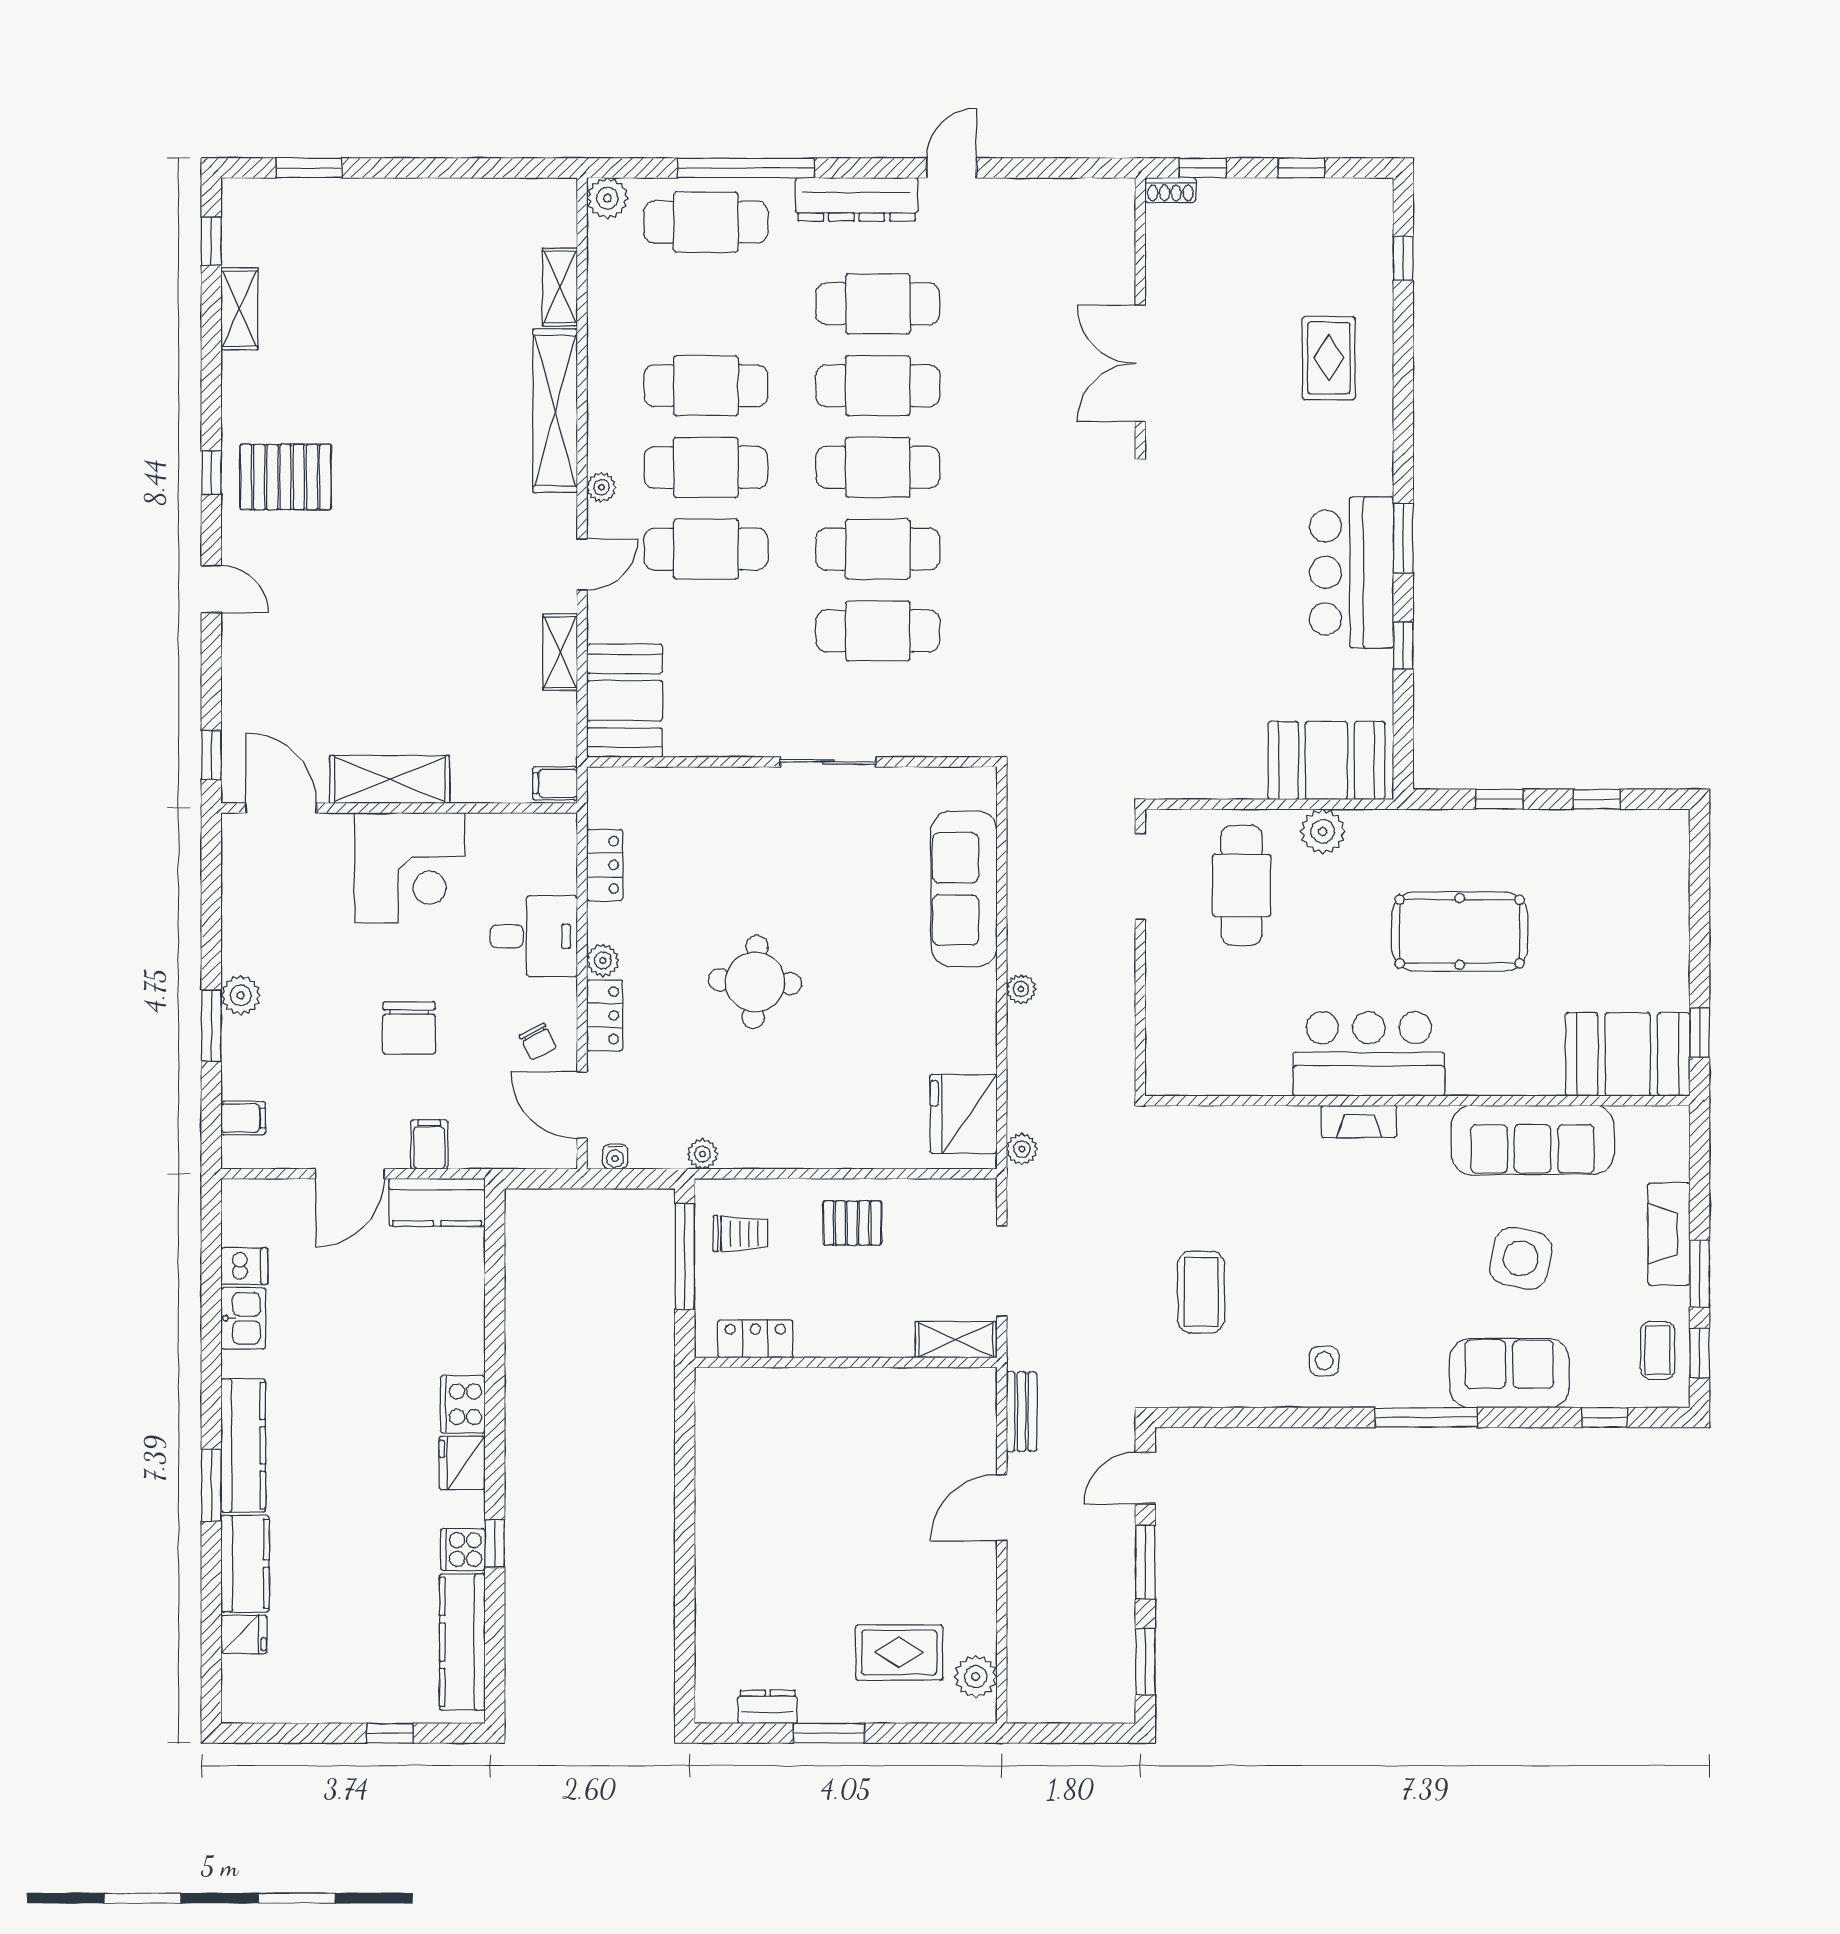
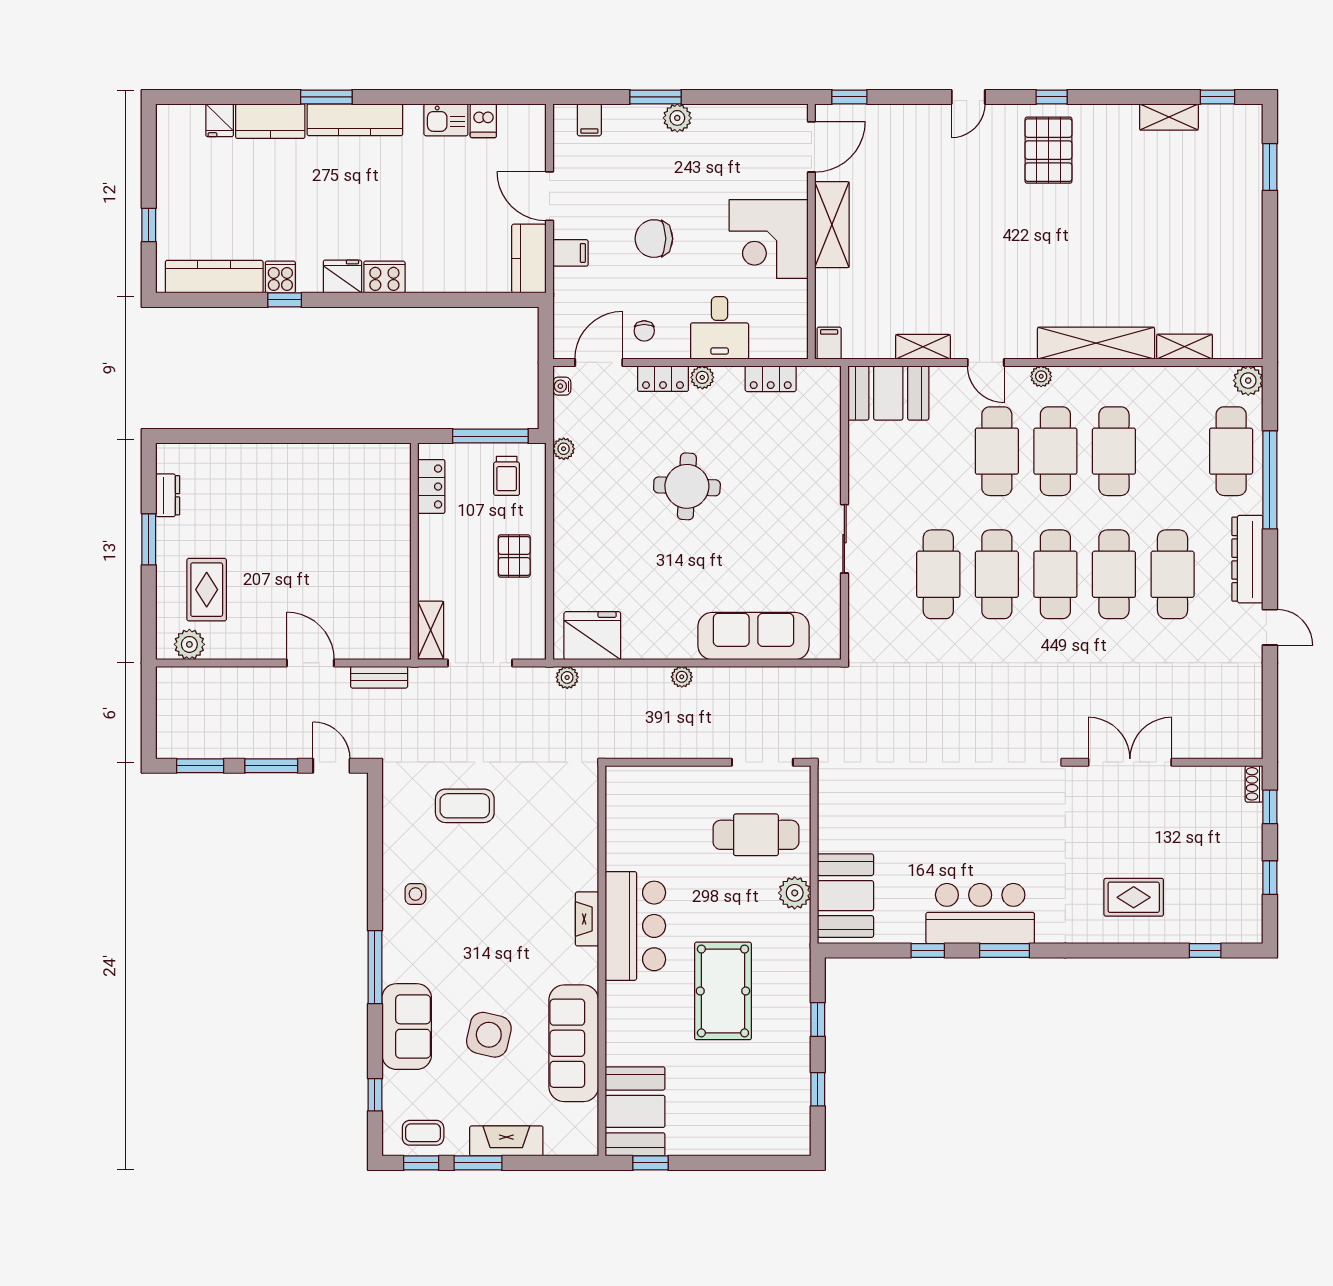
chair: (538, 1041) -> (644, 331), turned -63

